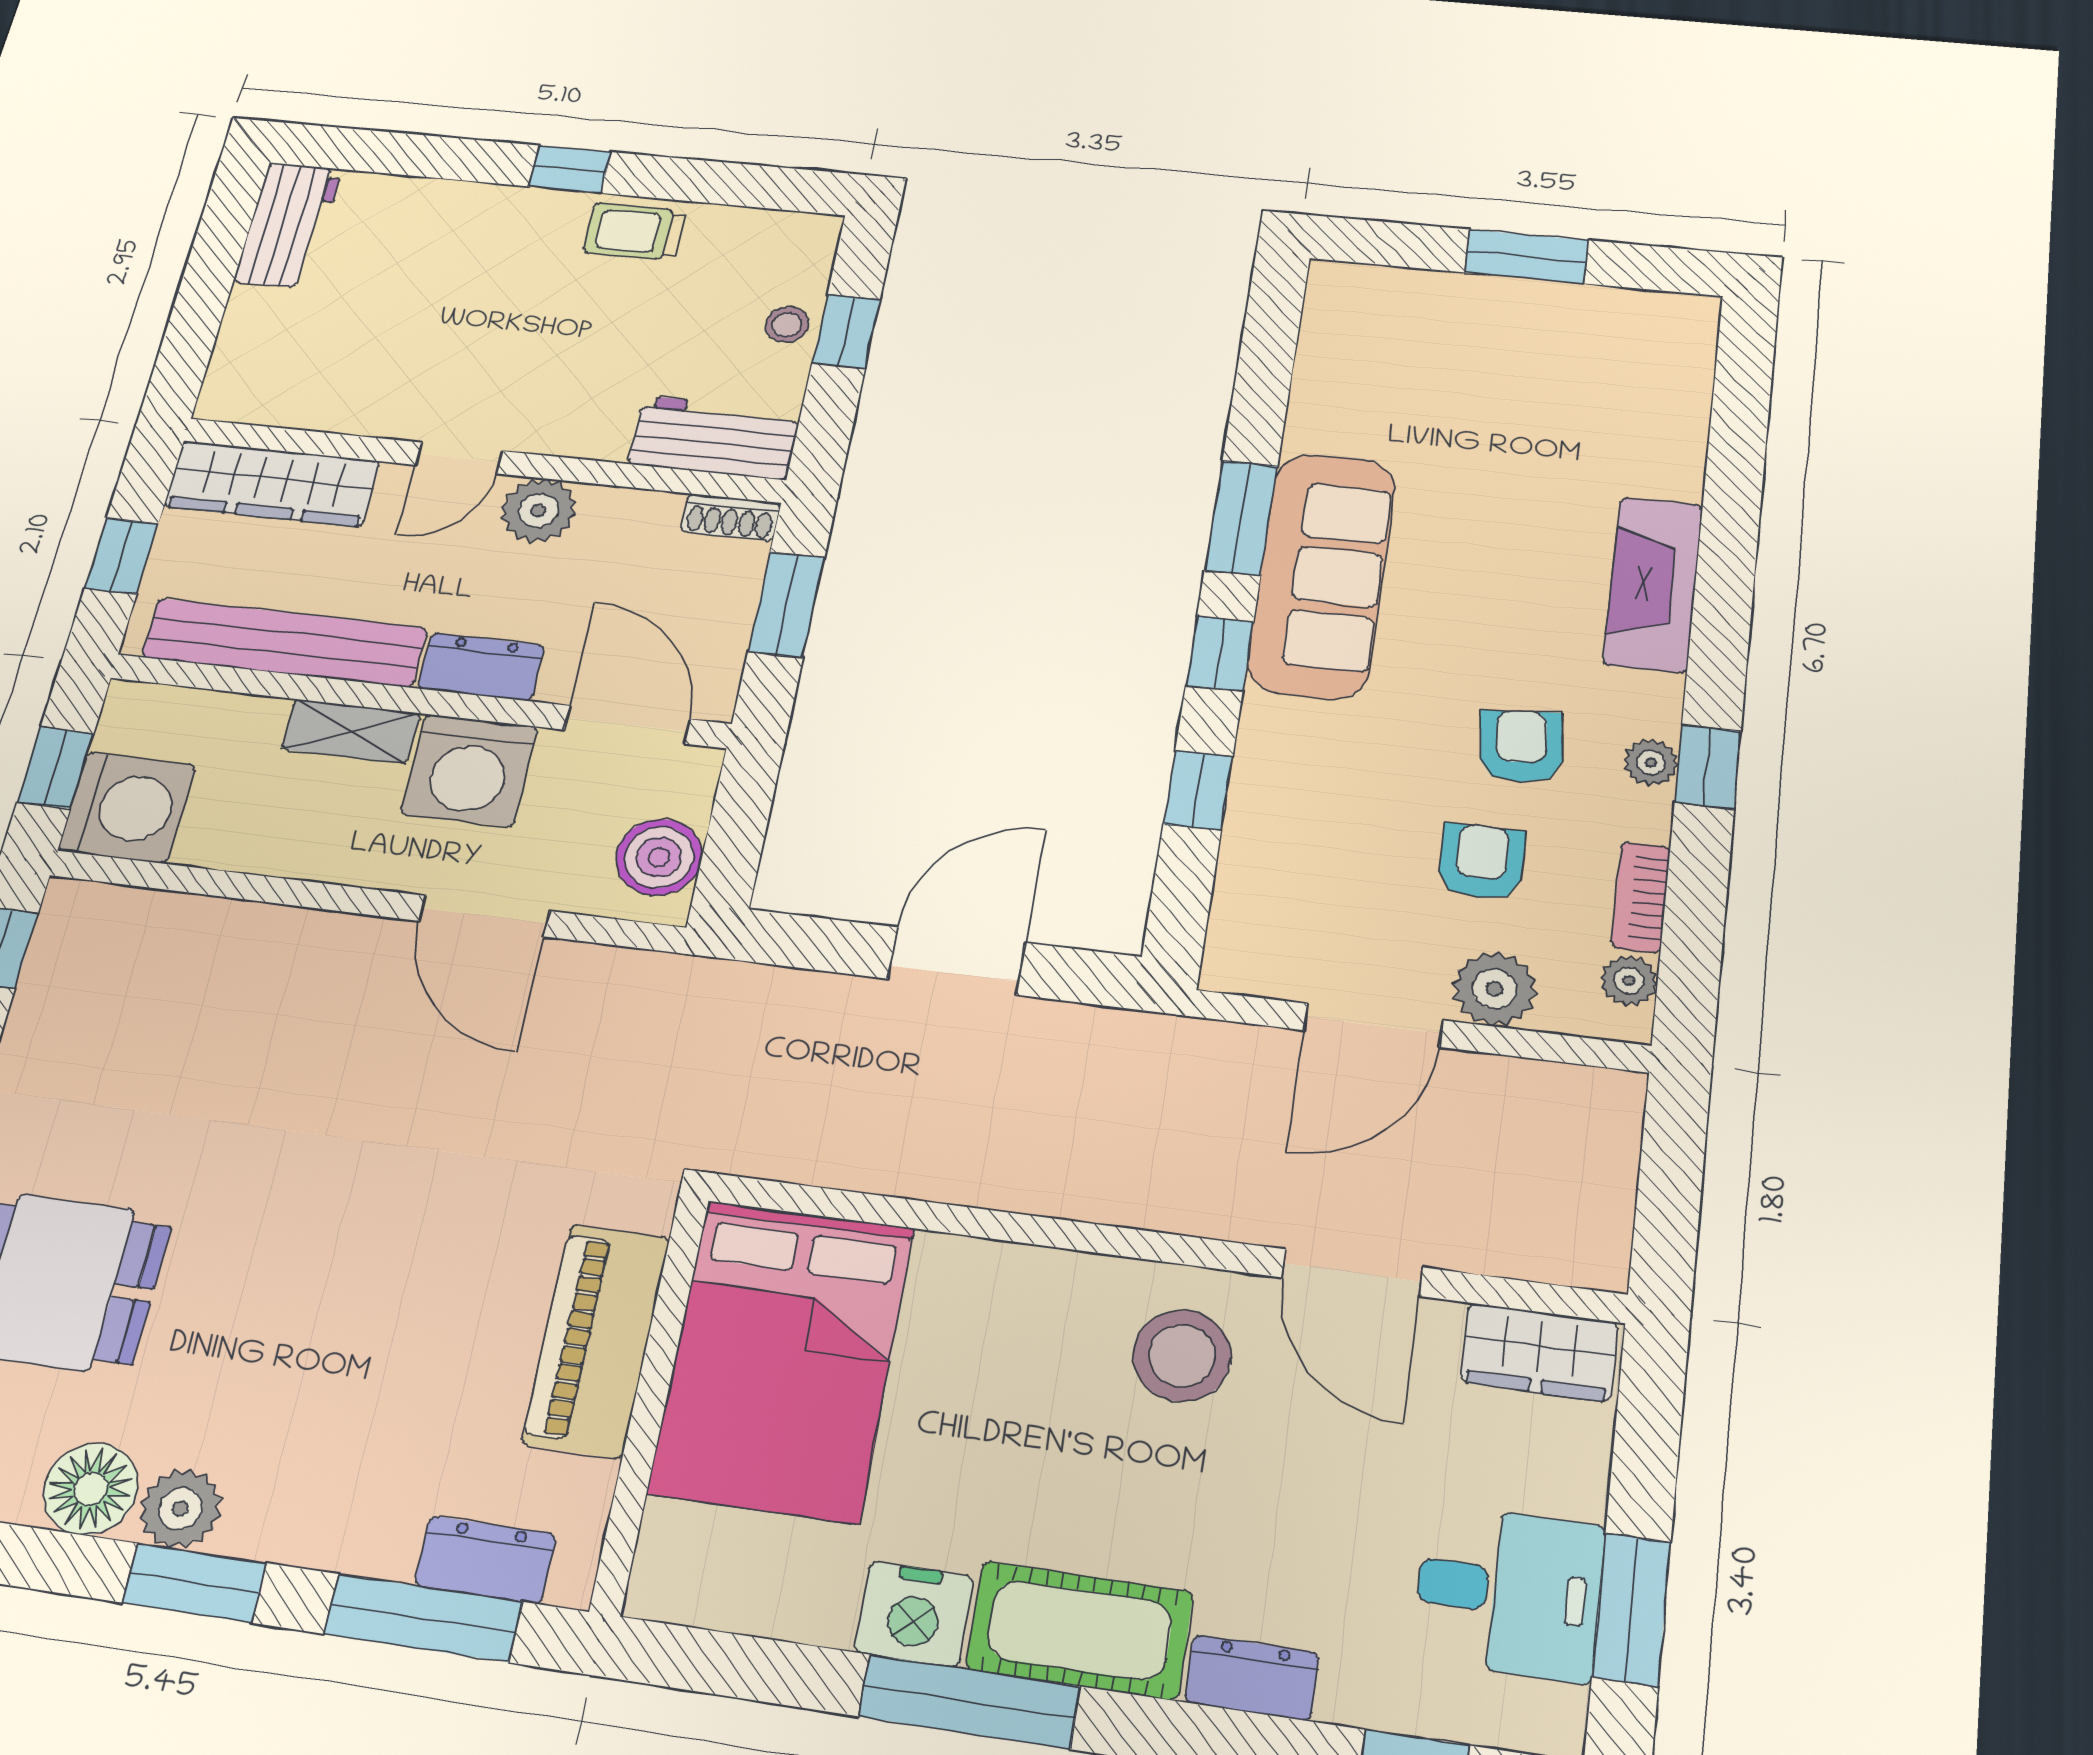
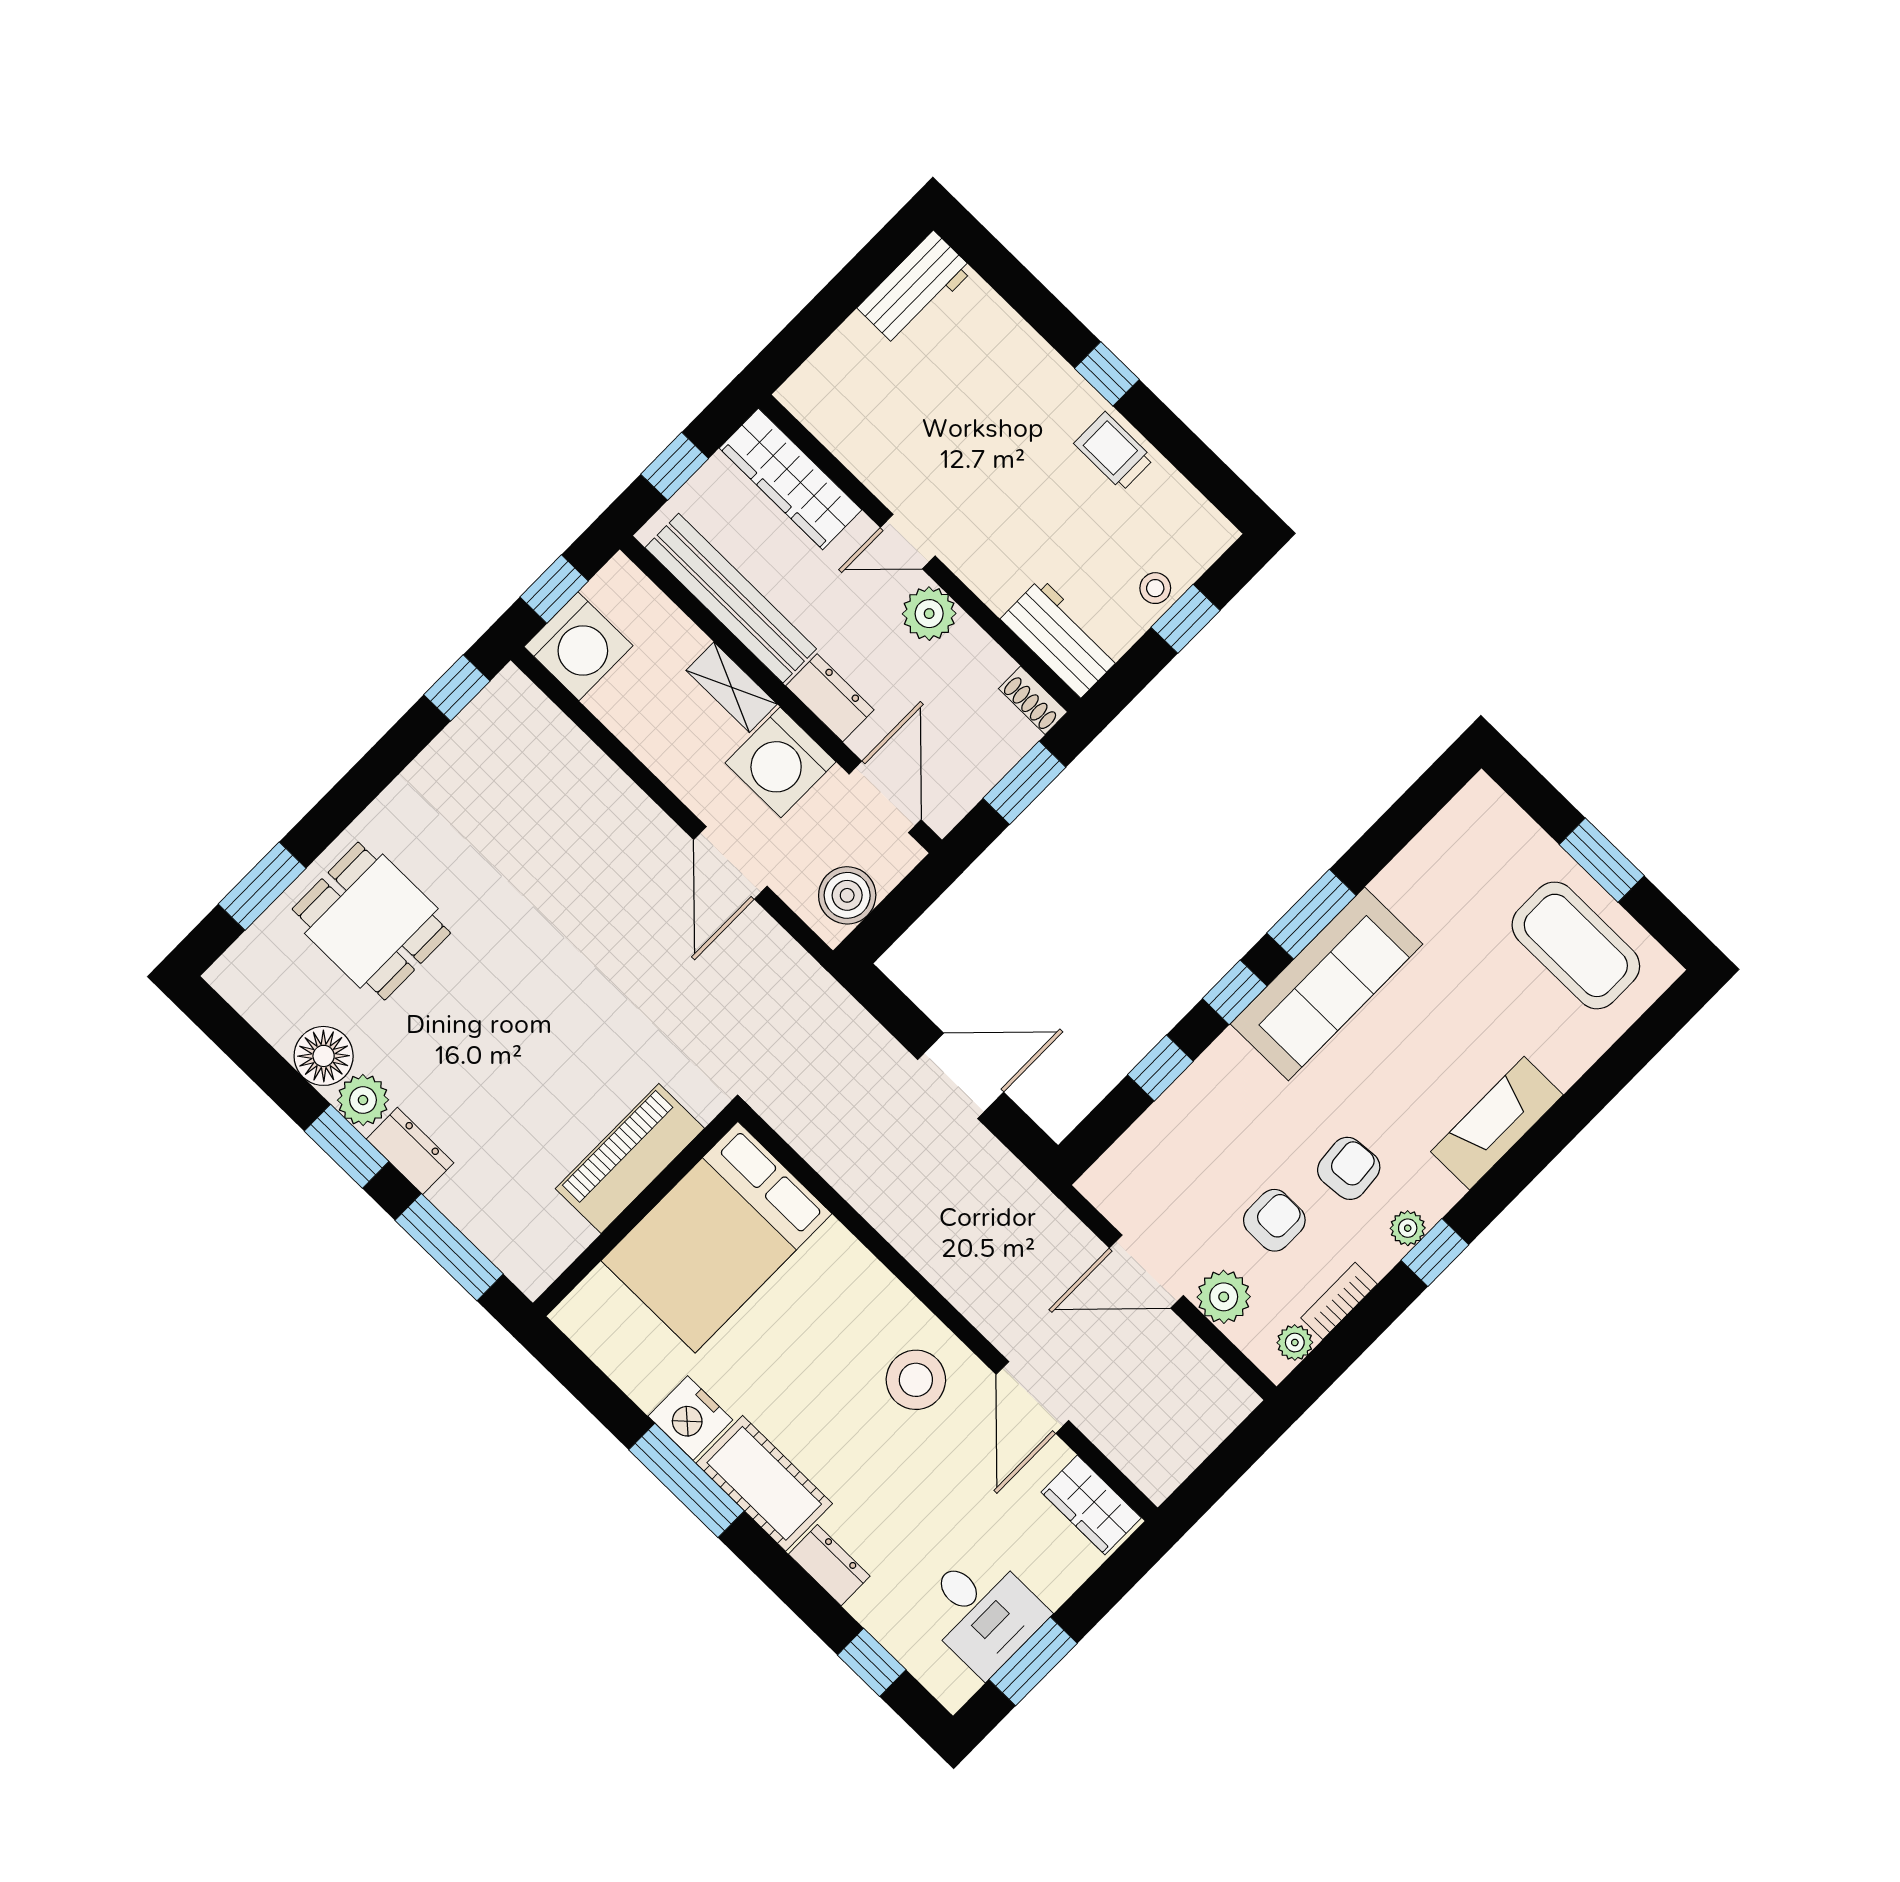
coffee table: (1575, 353) -> (1576, 945), added
dresser: (485, 1560) -> (410, 1151), moved

